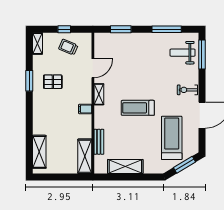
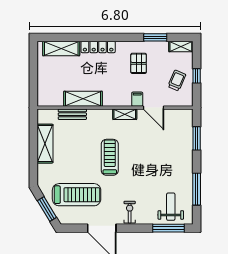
window: (29, 81) -> (155, 37), moved
filing cabinet: (85, 109) -> (137, 99), moved
locker: (38, 118) -> (98, 47), added
shelving: (85, 156) -> (83, 99), moved

